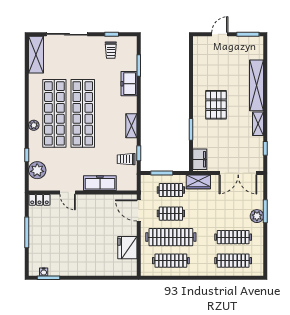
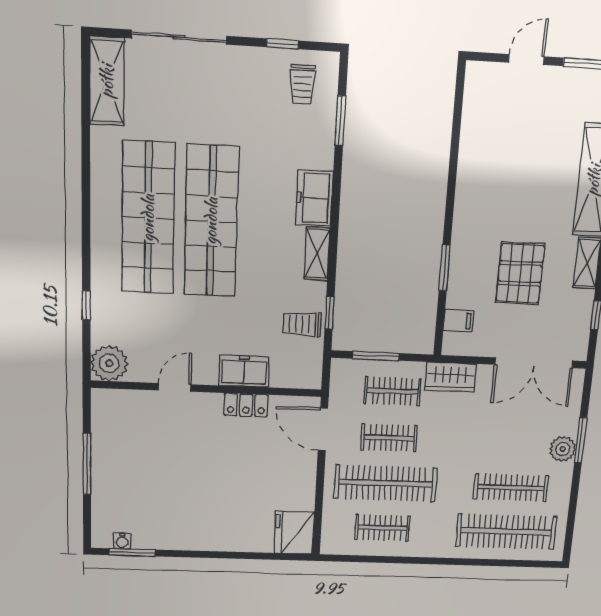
trolley: (111, 50) -> (302, 84), moved
freezer: (129, 84) -> (314, 198), moved
pallet: (216, 105) -> (520, 273), moved
plant: (34, 125) -> (102, 242), removed
filing cabinet: (200, 159) -> (458, 321), width x0.50
plant: (37, 170) -> (109, 363), moved
freezer: (100, 183) -> (244, 371), width x0.71
door: (68, 192) -> (175, 387), swing flipped
locker: (39, 200) -> (246, 405), moved
fridge: (127, 248) -> (294, 533), moved
clothes rail: (171, 261) -> (382, 528), width x0.73
clothes rail: (233, 261) -> (506, 532), width x1.37, depth x1.31

